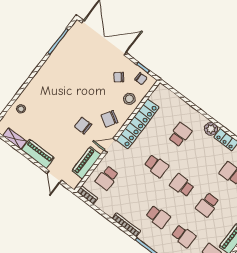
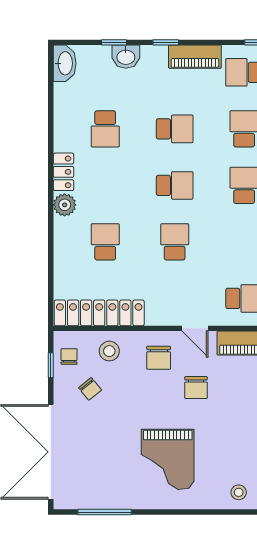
grand piano: (60, 88) -> (168, 459), added
chair: (109, 119) -> (159, 358), turned 59
locker: (138, 124) -> (99, 313), moved
school desk: (180, 135) -> (105, 242), turned 90
school desk: (182, 185) -> (175, 185), turned -90

